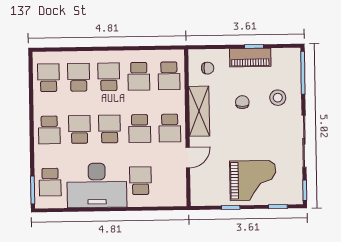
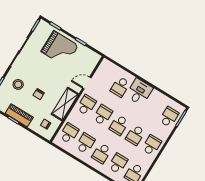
school desk: (79, 77) -> (118, 163), turned 180
grand piano: (253, 180) -> (60, 49), turned 180
desk: (97, 185) -> (139, 92), width x0.53, depth x0.77

